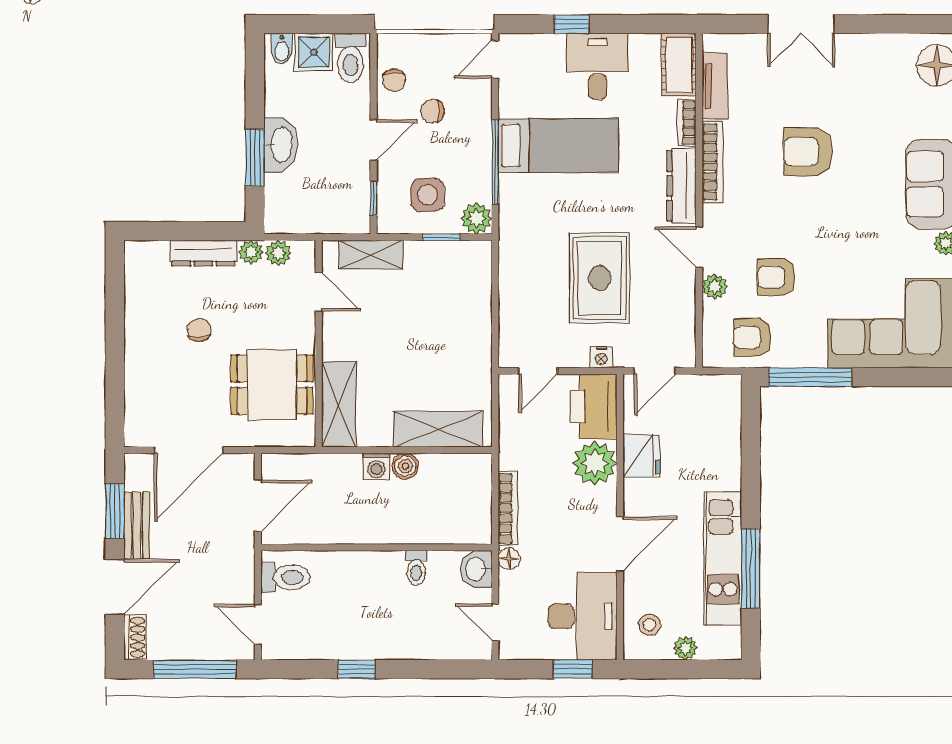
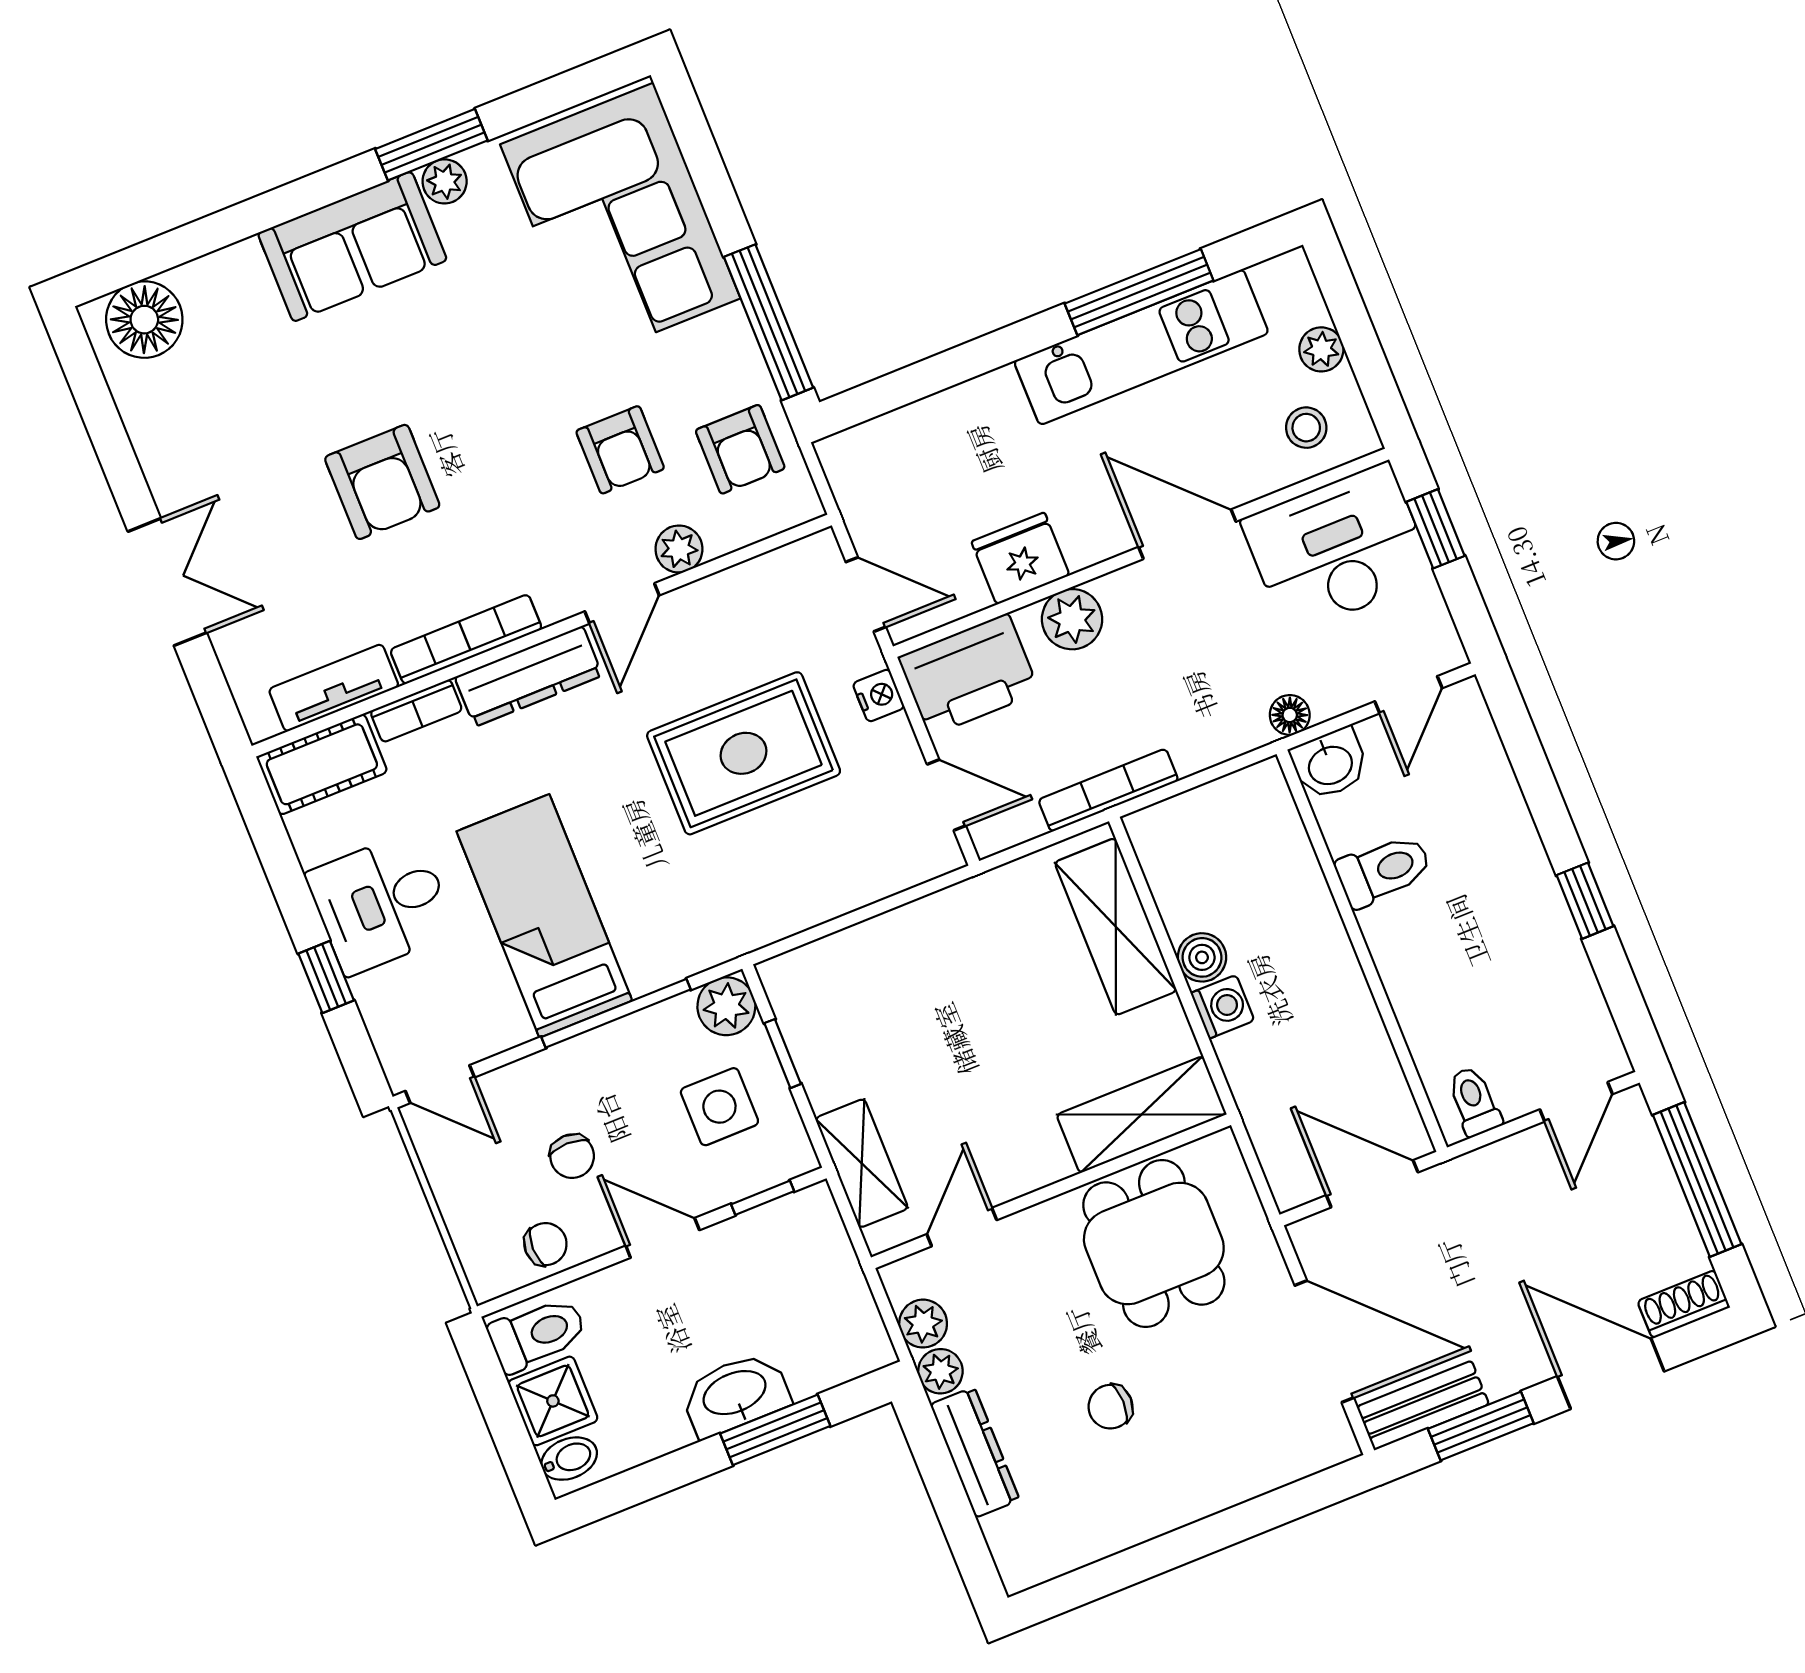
plant: (595, 463) -> (1072, 619), width x0.73, depth x0.73
bookcase: (508, 508) -> (1108, 790), moved
bench: (137, 526) -> (1423, 1406), moved
toilet: (416, 568) -> (1384, 870), width x1.37, depth x1.39
toilet: (285, 577) -> (1474, 1101), width x0.73, depth x0.72

